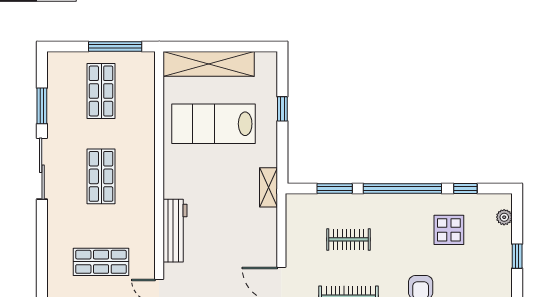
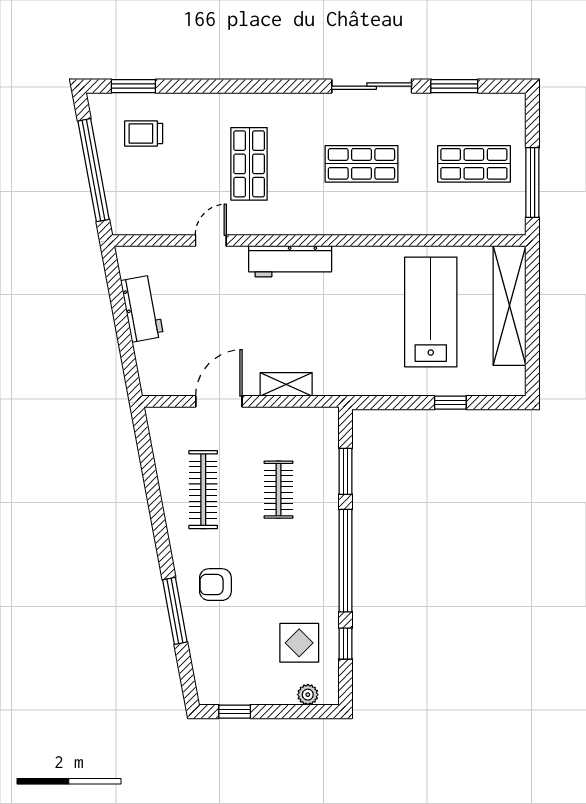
shelving: (269, 187) -> (286, 384), moved
display table: (449, 230) -> (299, 643), moved
window: (517, 256) -> (235, 712), moved

